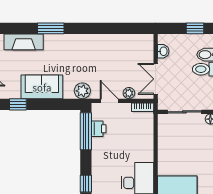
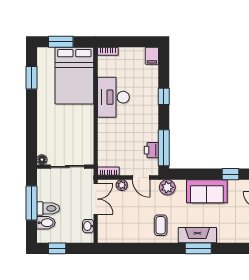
fireplace: (24, 42) -> (197, 235), moved
coffee table: (89, 52) -> (161, 225), added

